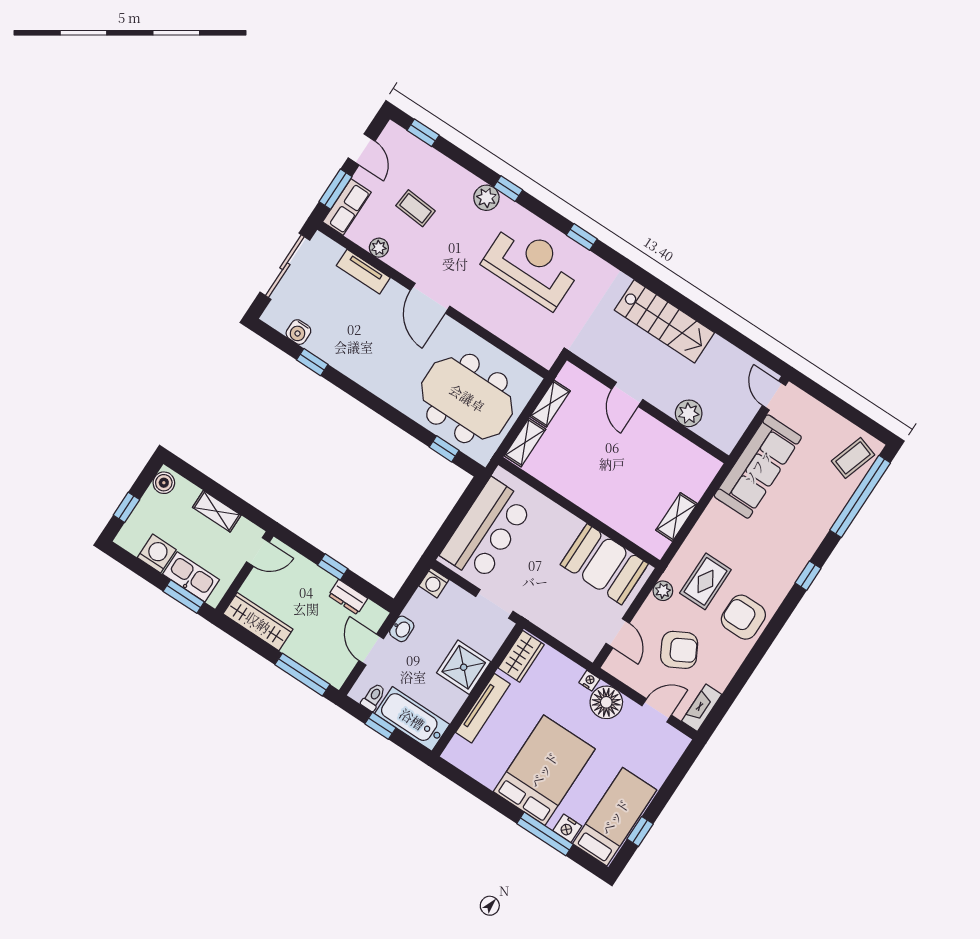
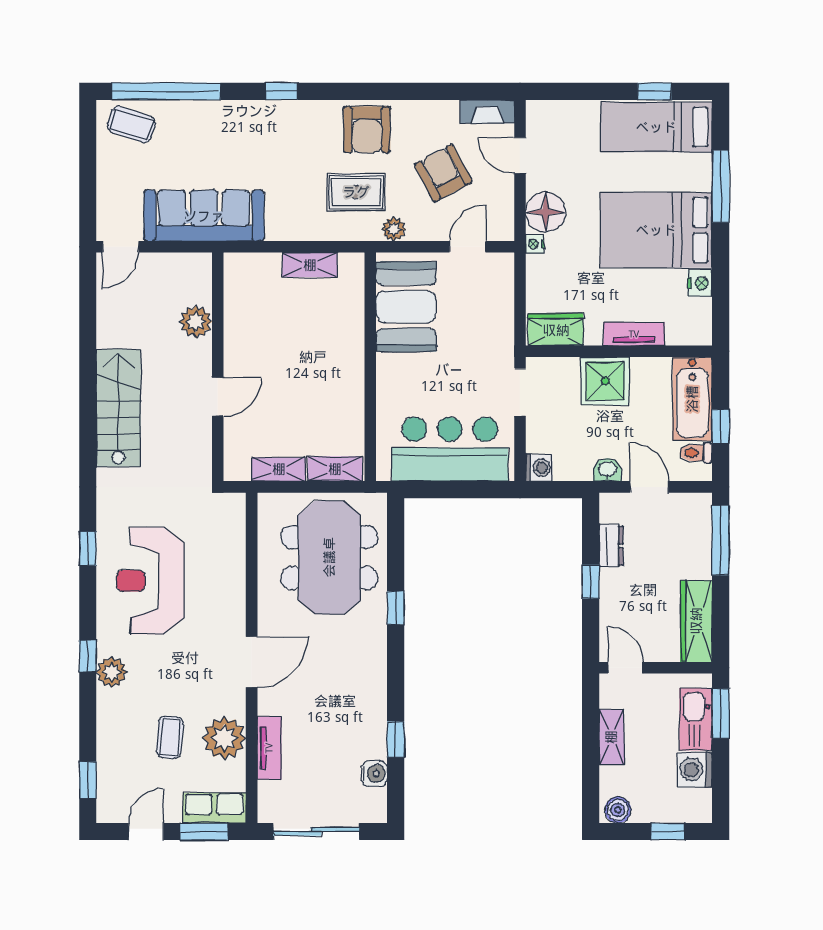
plant: (379, 248) -> (224, 738), width x1.88, depth x1.88
window: (444, 449) -> (396, 608), moved
door: (371, 650) -> (649, 487), swing flipped
tv unit: (483, 708) -> (634, 334), width x0.71
nightstand: (567, 828) -> (700, 283), moved

